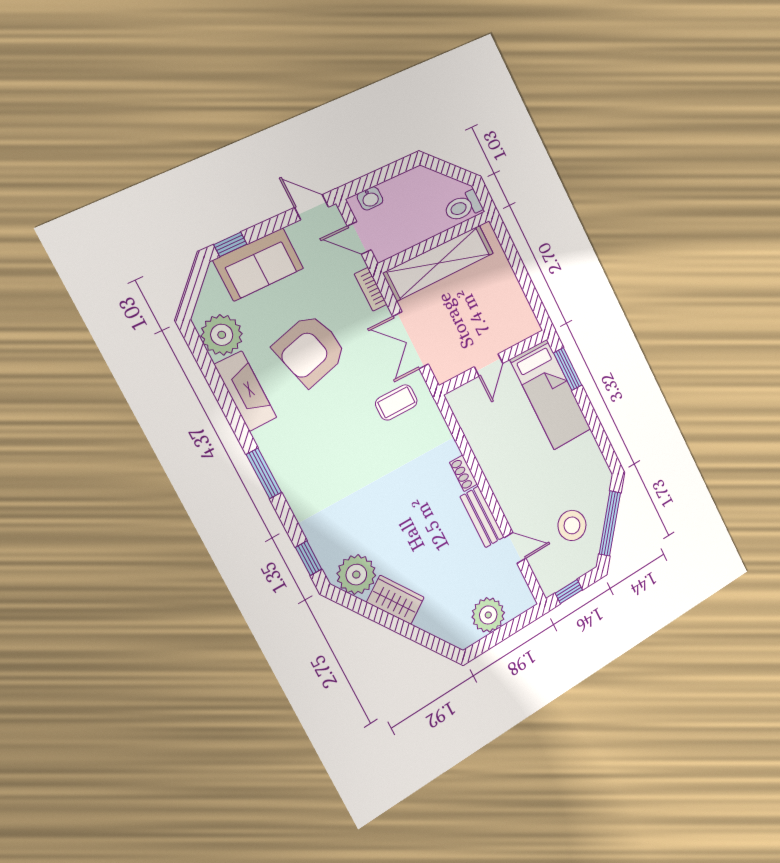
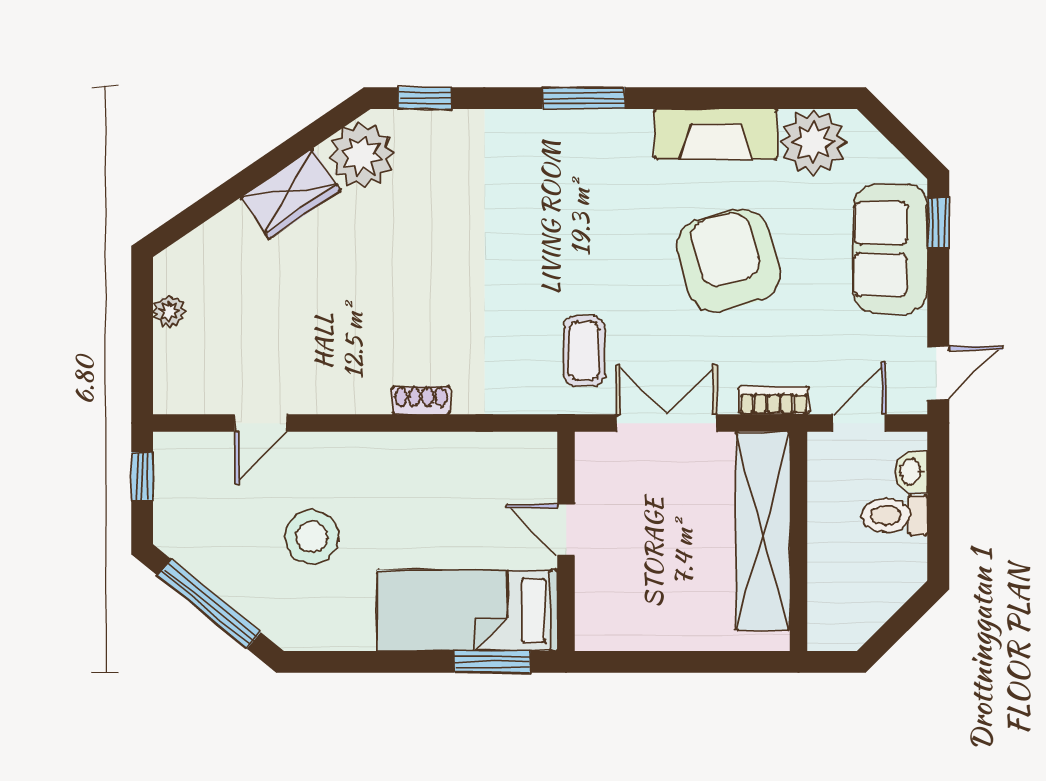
toilet: (463, 206) -> (895, 515), moved, turned -90
bench: (482, 517) -> (338, 395), removed
stool: (572, 525) -> (312, 537), moved
plant: (488, 615) -> (169, 311), width x0.53, depth x0.53

